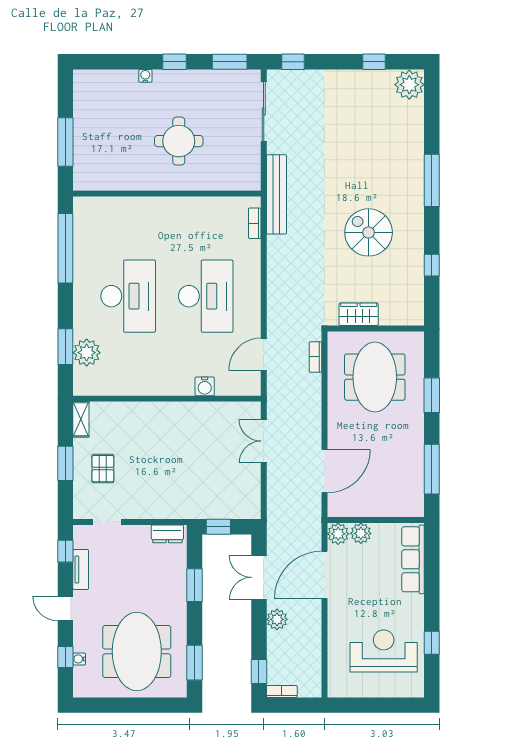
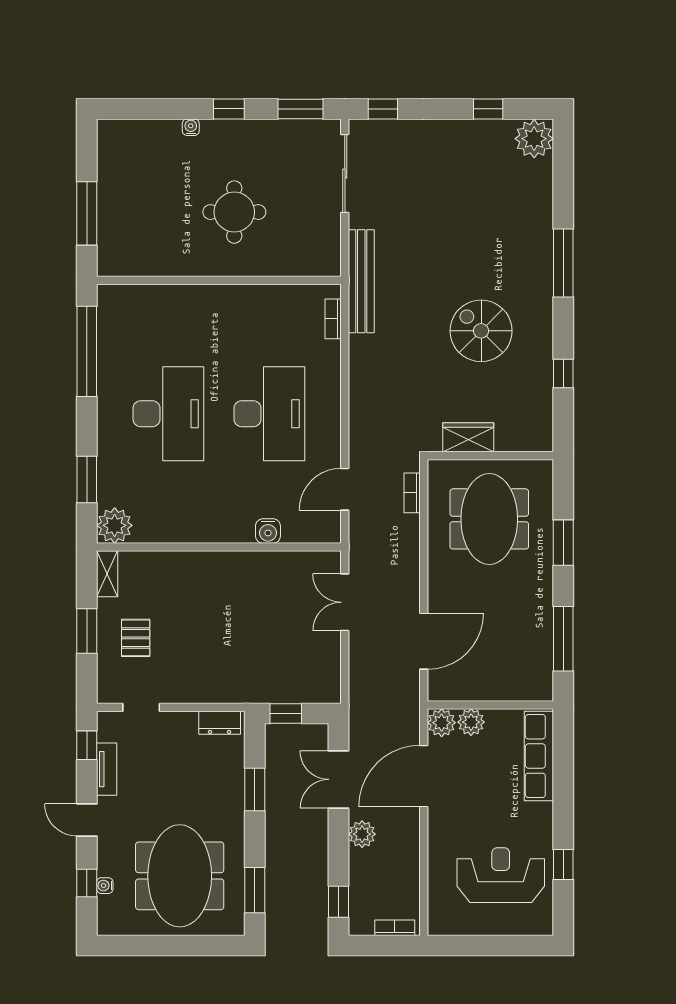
plant: (87, 353) -> (115, 525), moved
bookcase: (282, 691) -> (395, 928), moved

